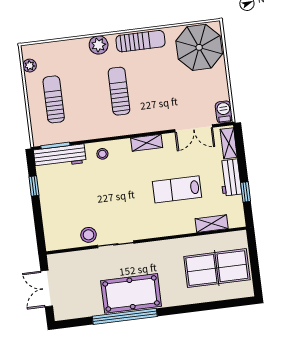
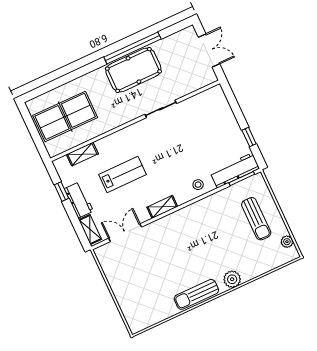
parasol: (199, 47) -> (143, 305), removed
sun lounger: (119, 91) -> (201, 244), removed
barbecue: (224, 112) -> (103, 256), removed
stool: (88, 235) -> (187, 110), removed

